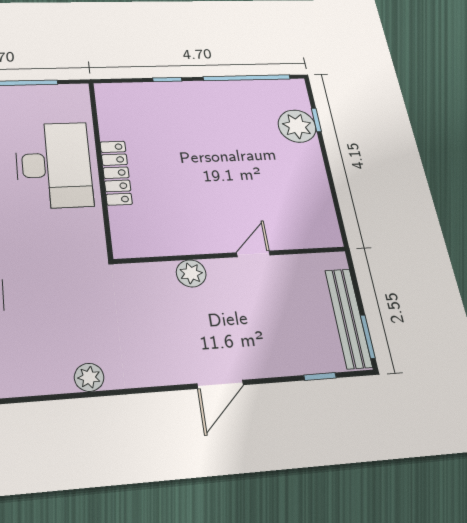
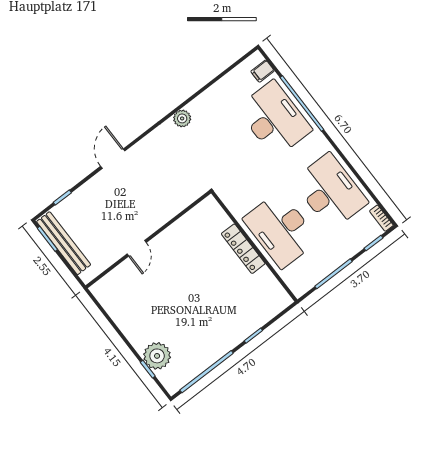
plant: (191, 273) -> (164, 213), removed

